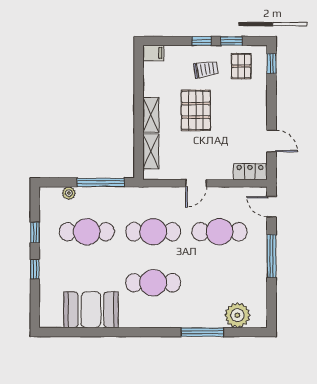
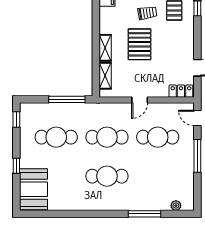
plant: (69, 193) -> (42, 108), removed
window: (35, 233) -> (16, 120), moved
booth: (91, 310) -> (34, 189), moved, turned 90
plant: (237, 315) -> (176, 206), width x0.53, depth x0.53

